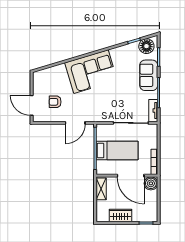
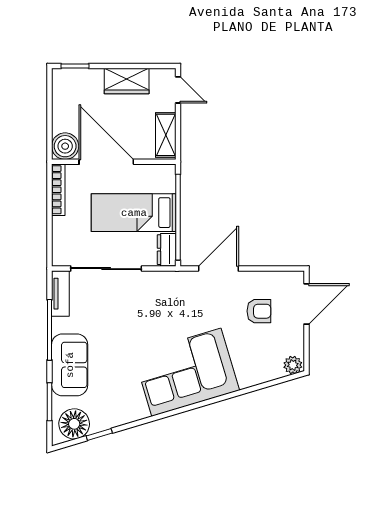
plant: (38, 75) -> (293, 365), added
door: (32, 105) -> (307, 304), hinge flipped
dresser: (101, 132) -> (167, 250), added
door: (95, 211) -> (178, 90), added

